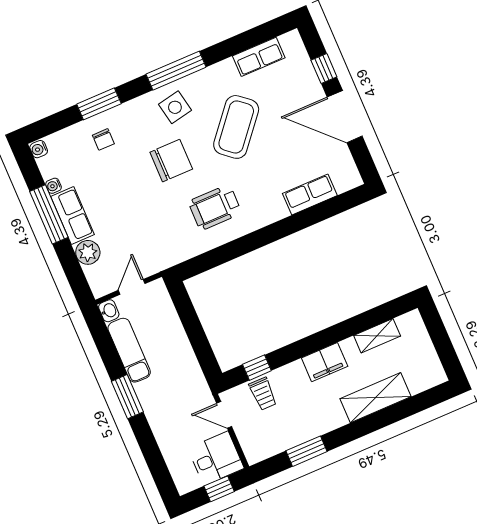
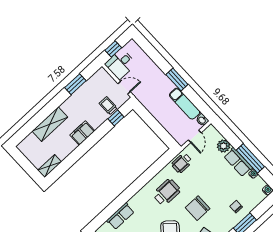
wheelchair: (171, 249) -> (182, 163), added
shelving: (377, 336) -> (50, 166), moved

